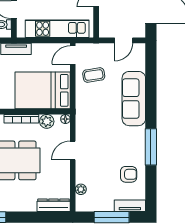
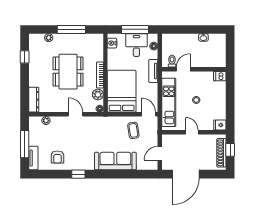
door: (124, 40) -> (160, 153), hinge flipped
window: (151, 147) -> (78, 174), width x0.46

